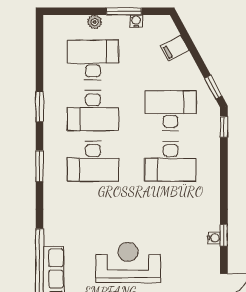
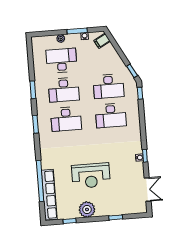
filing cabinet: (175, 48) -> (102, 41), moved
desk: (170, 111) -> (108, 86), turned 180
reception desk: (128, 262) -> (91, 176), turned 180

